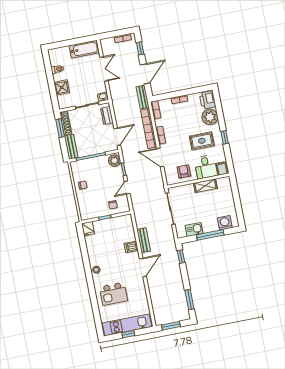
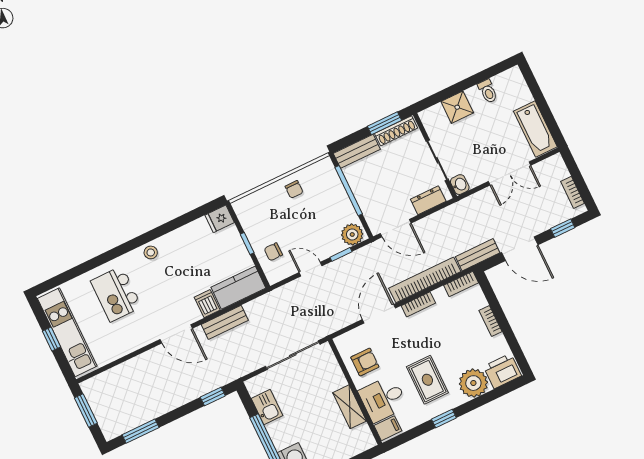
kitchen counter: (127, 228) -> (238, 288), added

